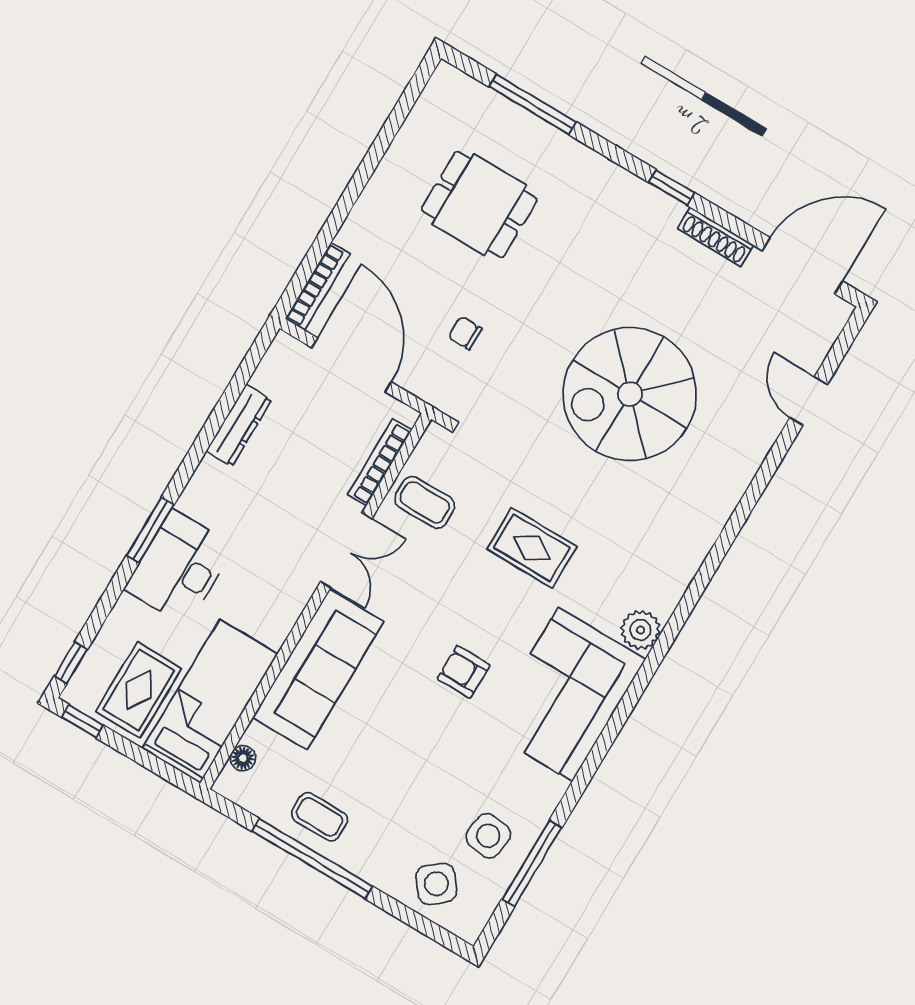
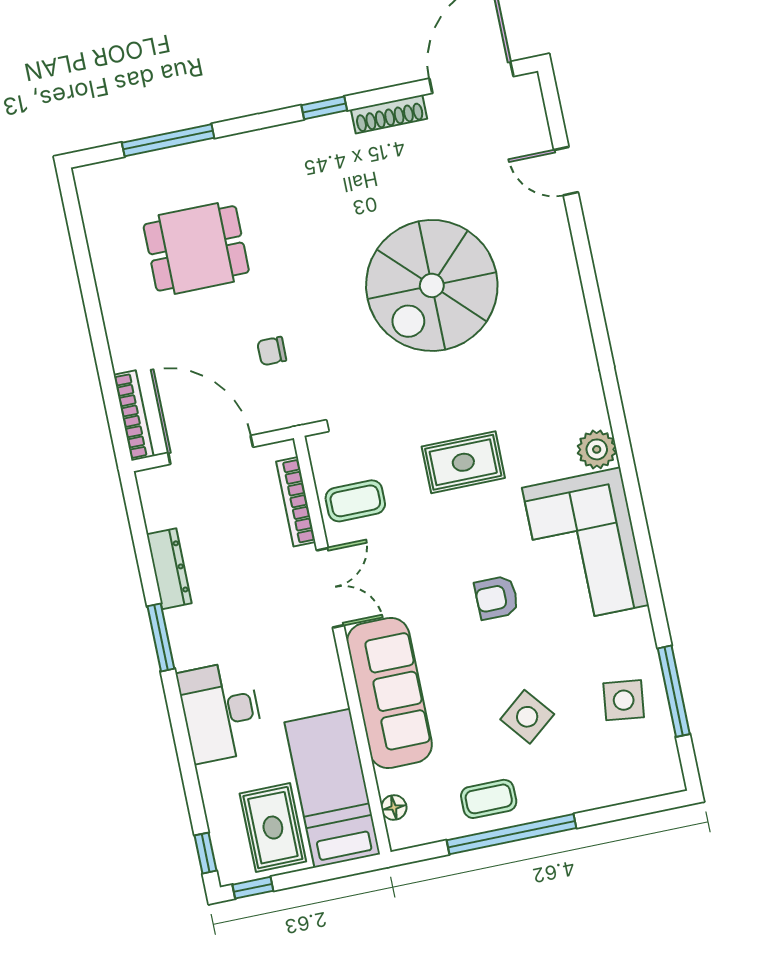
window: (150, 530) -> (161, 637), moved
side table: (436, 884) -> (527, 717), moved

